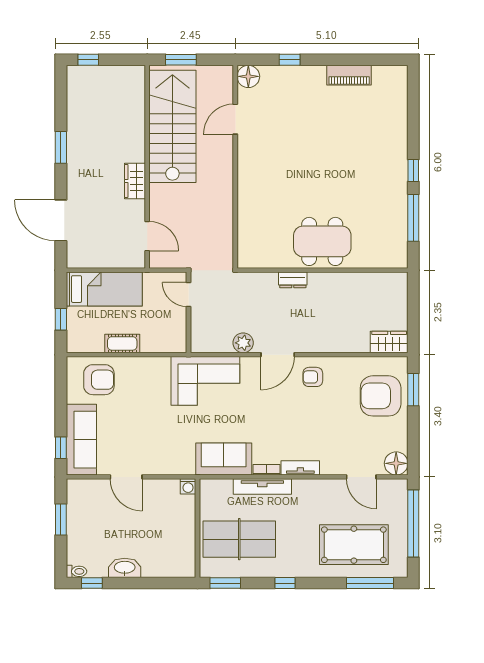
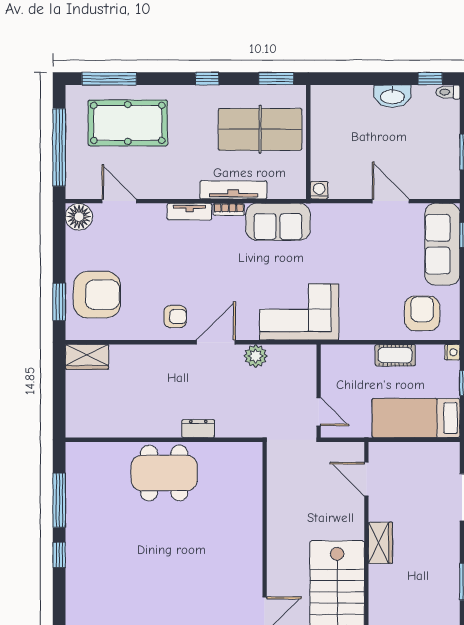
nightstand: (73, 346) -> (452, 352), added
armchair: (99, 380) -> (422, 313), turned 90

